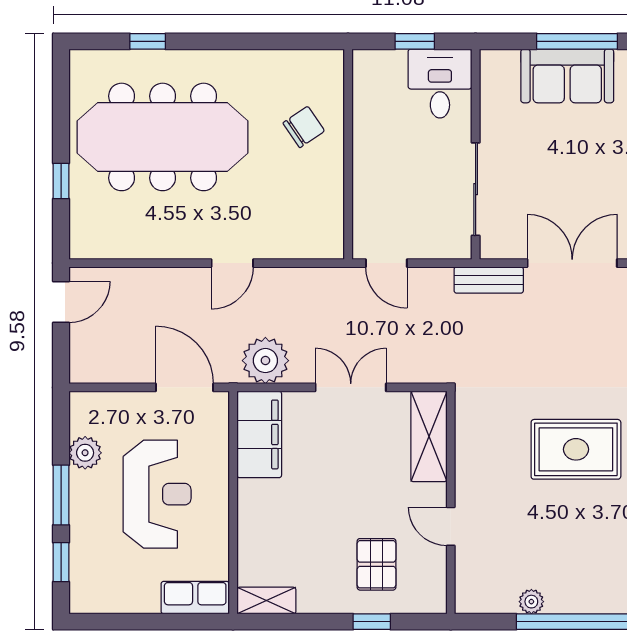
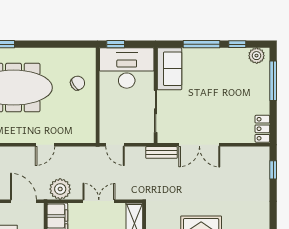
window: (415, 41) -> (116, 44), moved
sofa: (567, 76) -> (169, 69), moved, turned -90
desk: (440, 84) -> (127, 68), width x1.87, depth x1.30
double door: (572, 263) -> (199, 145), swing flipped

